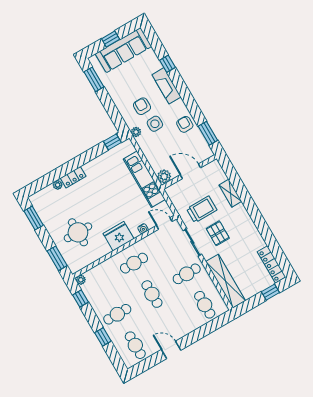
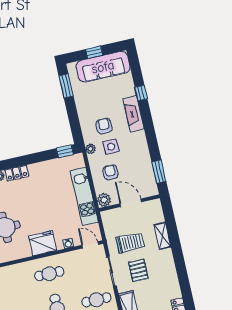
armchair: (185, 124) -> (110, 172), moved

